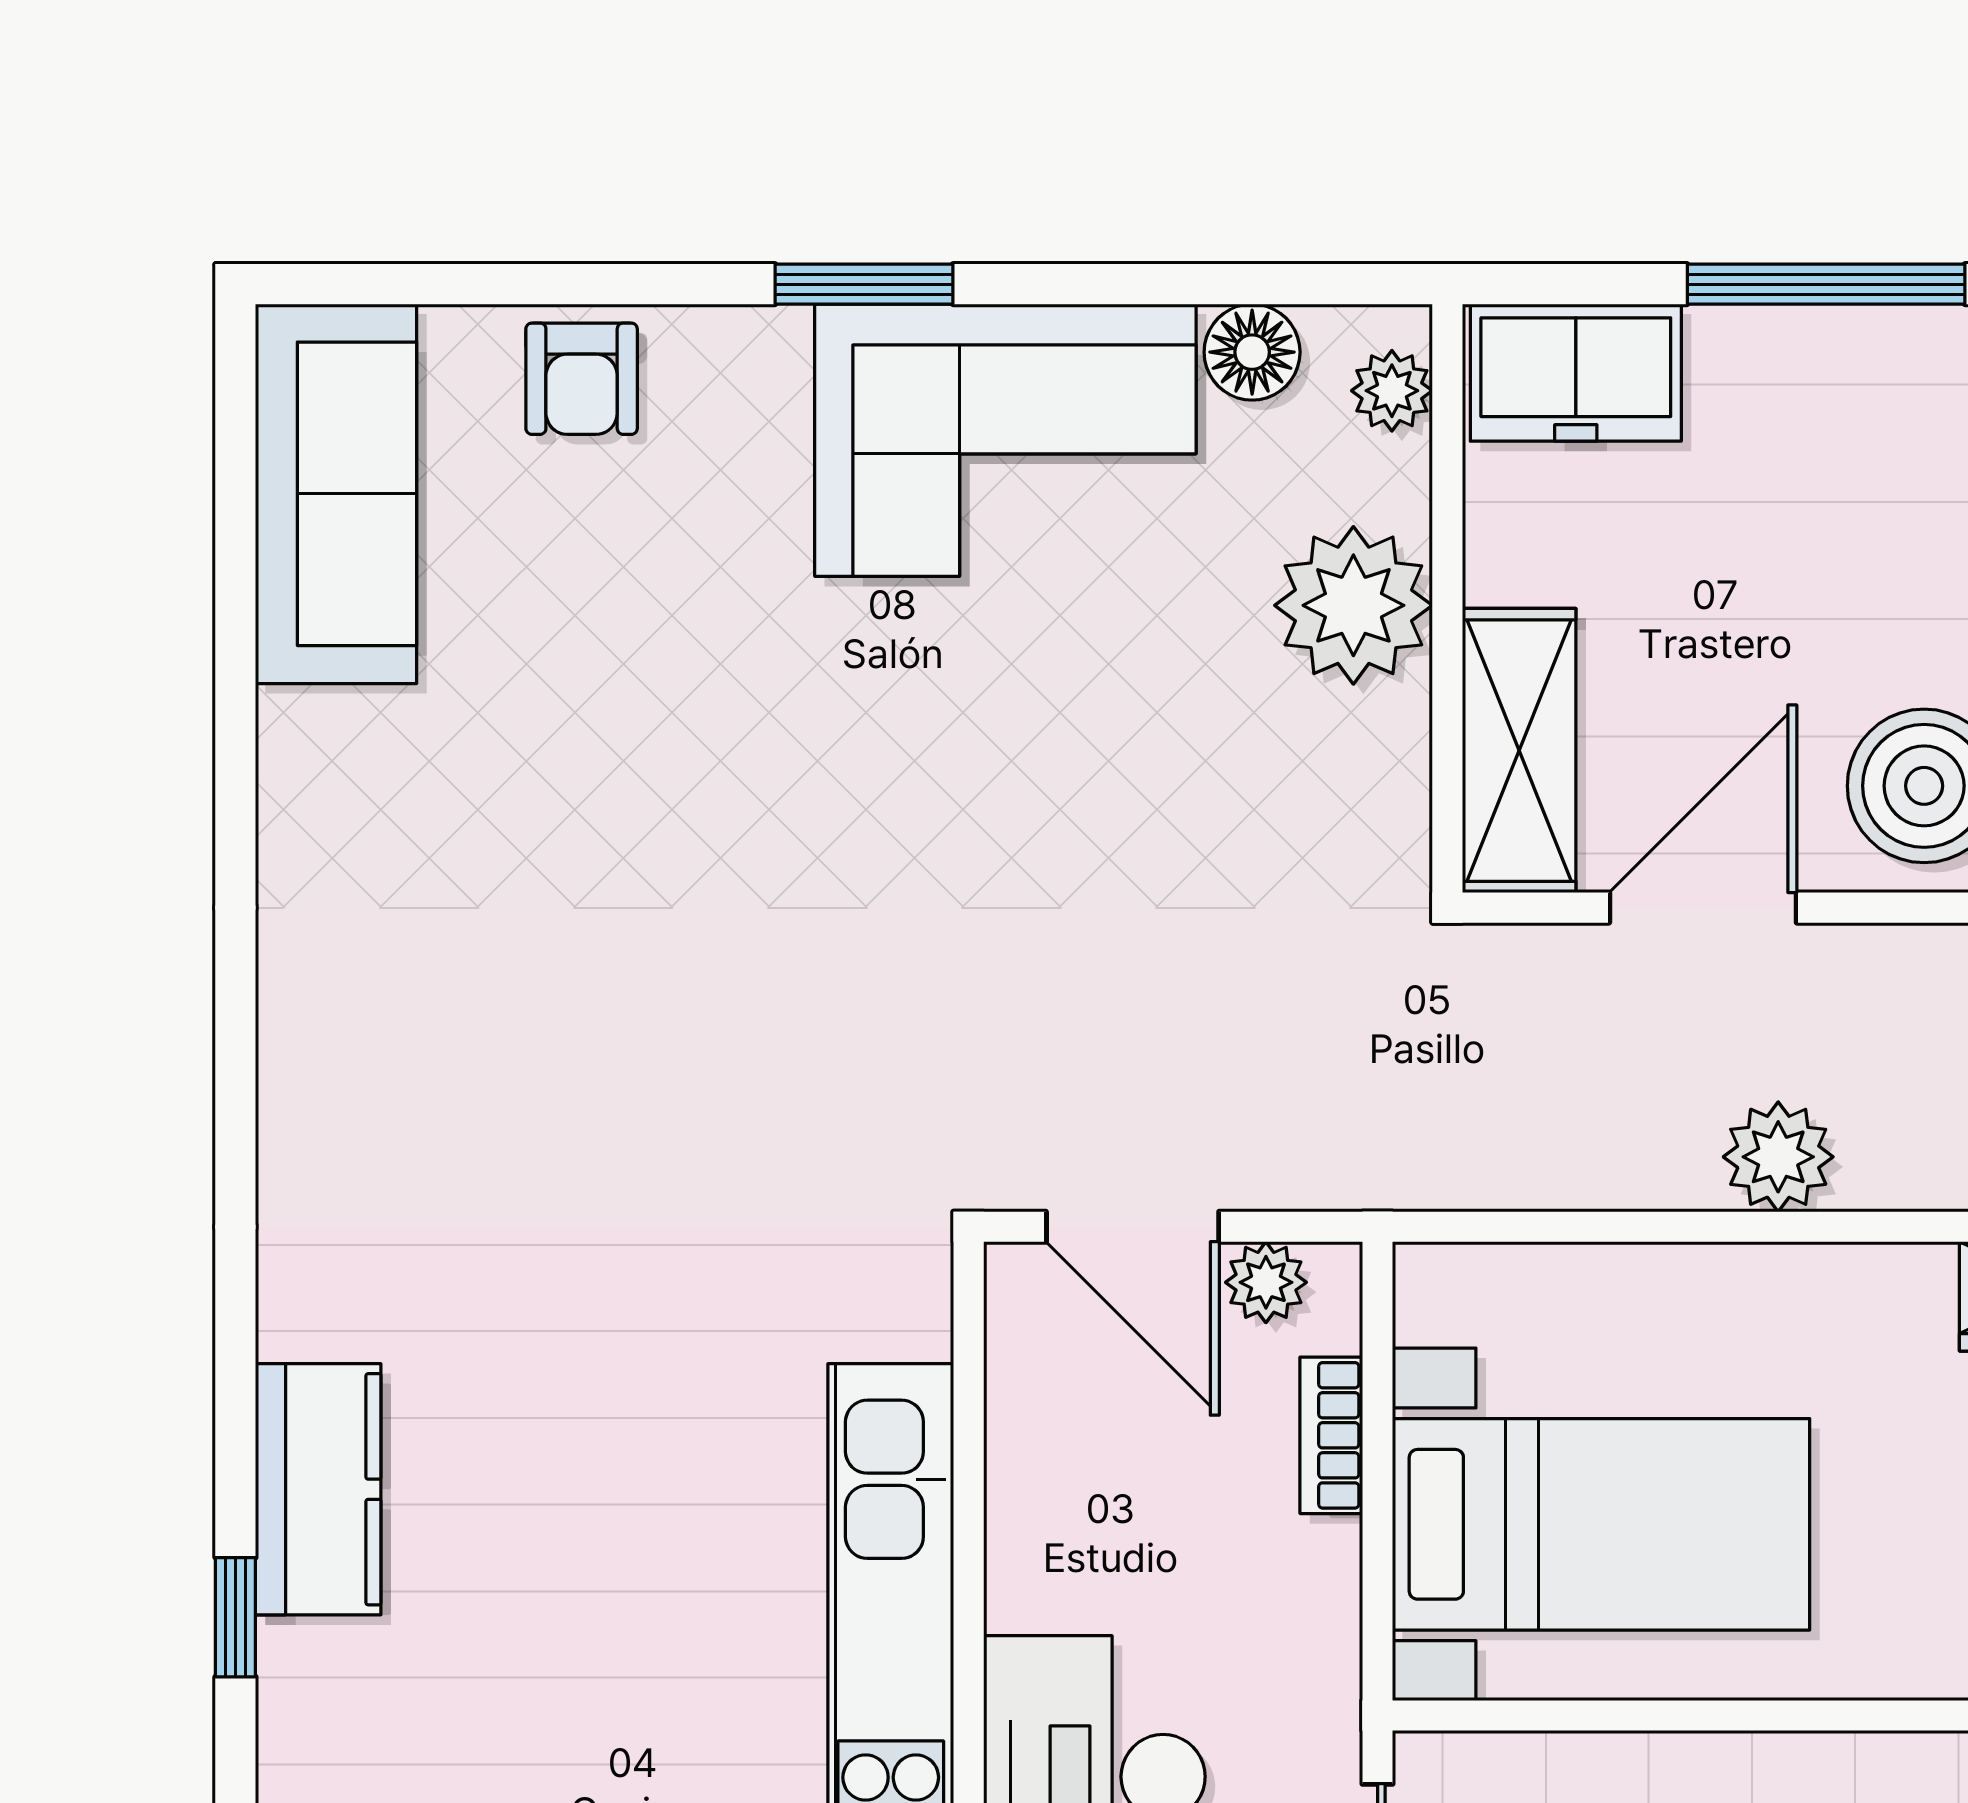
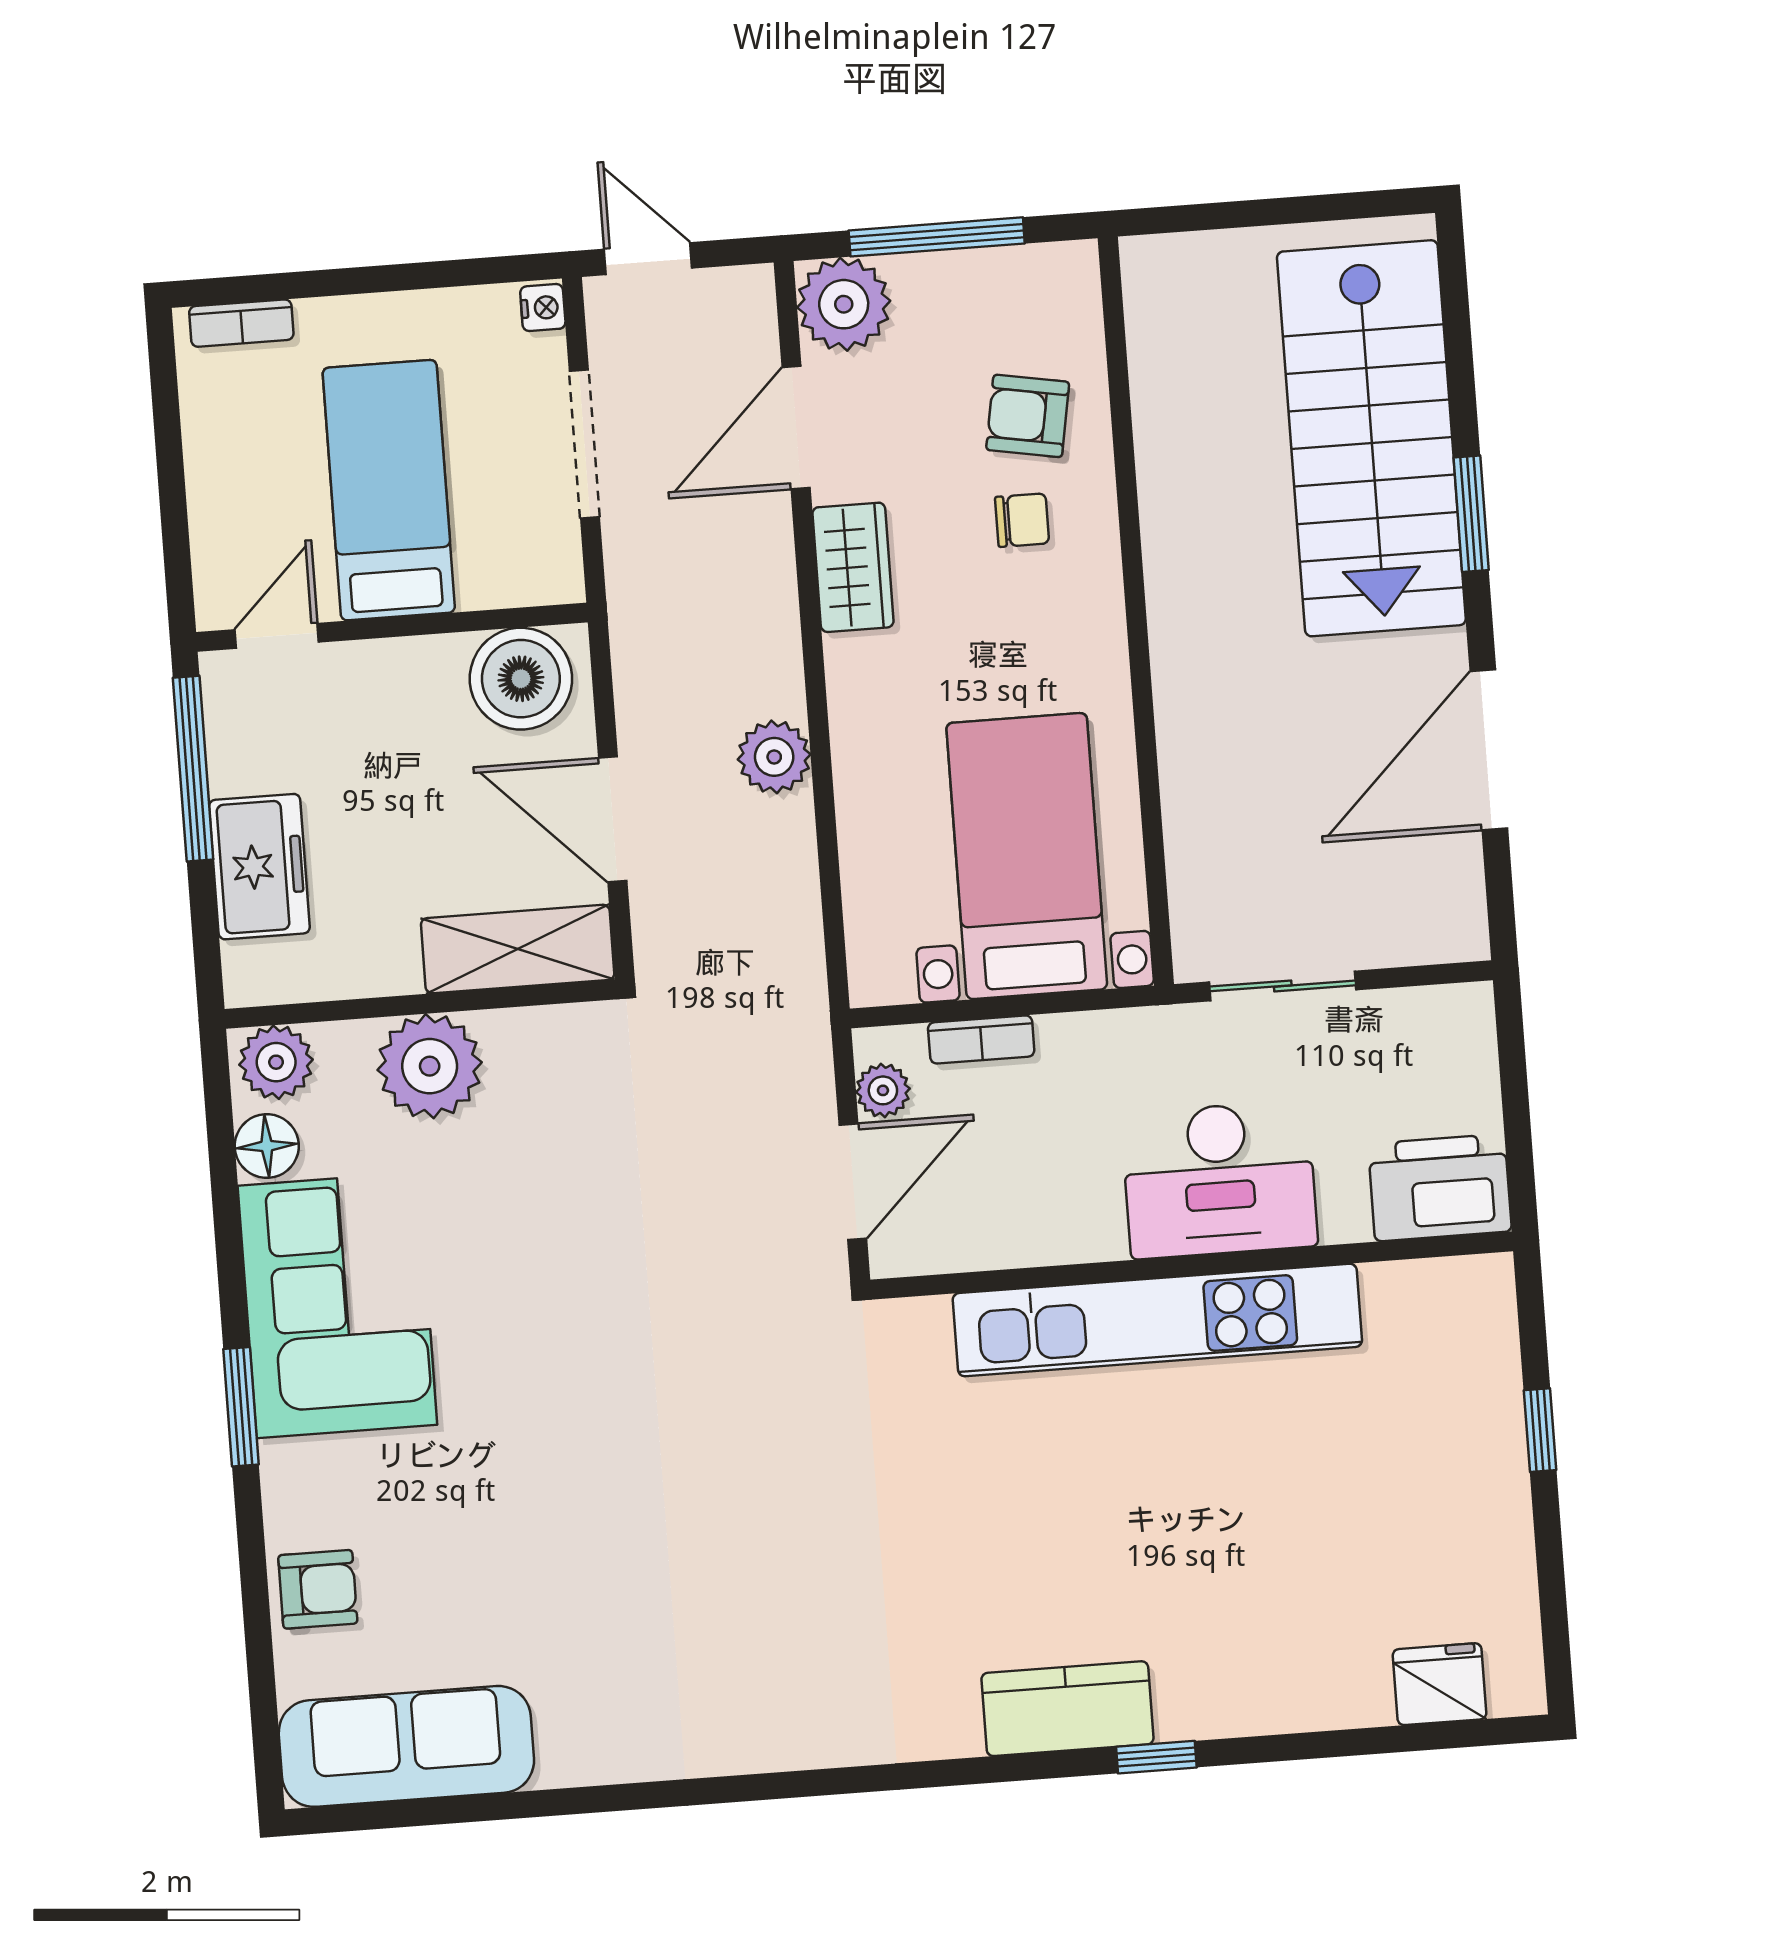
freezer: (1576, 373) -> (259, 867), moved
plant: (1392, 391) -> (276, 1062), width x1.38, depth x1.38

